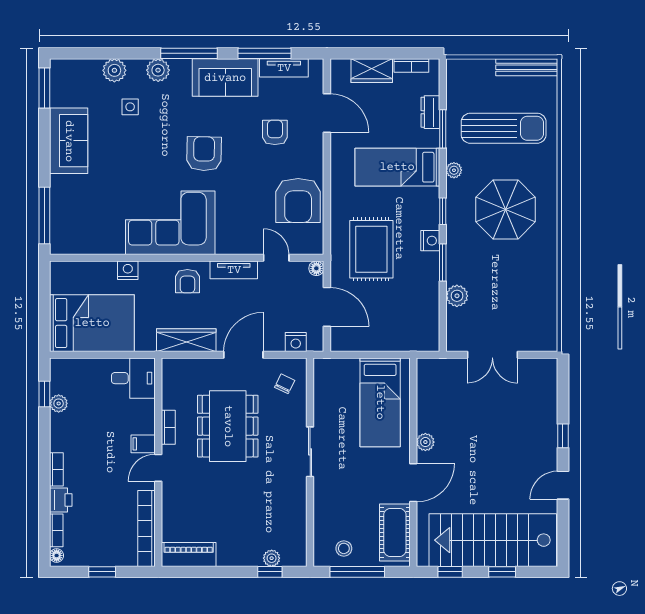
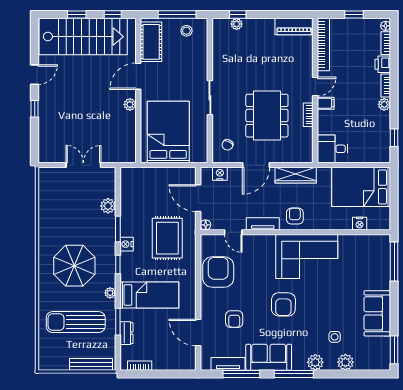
bench: (527, 67) -> (91, 364), moved
wardrobe: (372, 71) -> (167, 362), removed
nightstand: (128, 270) -> (360, 224), moved
bed: (380, 402) -> (168, 132), width x1.50
plant: (59, 403) -> (384, 104), moved

